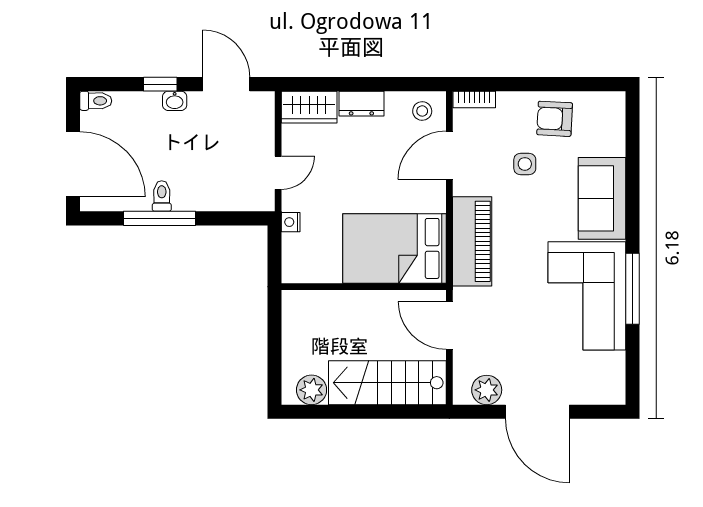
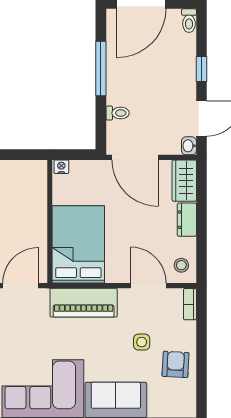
washbasin: (175, 101) -> (189, 146), moved
door: (278, 173) -> (135, 157), width x1.87
toilet: (162, 196) -> (118, 113), moved
nightstand: (291, 222) -> (61, 167), moved

